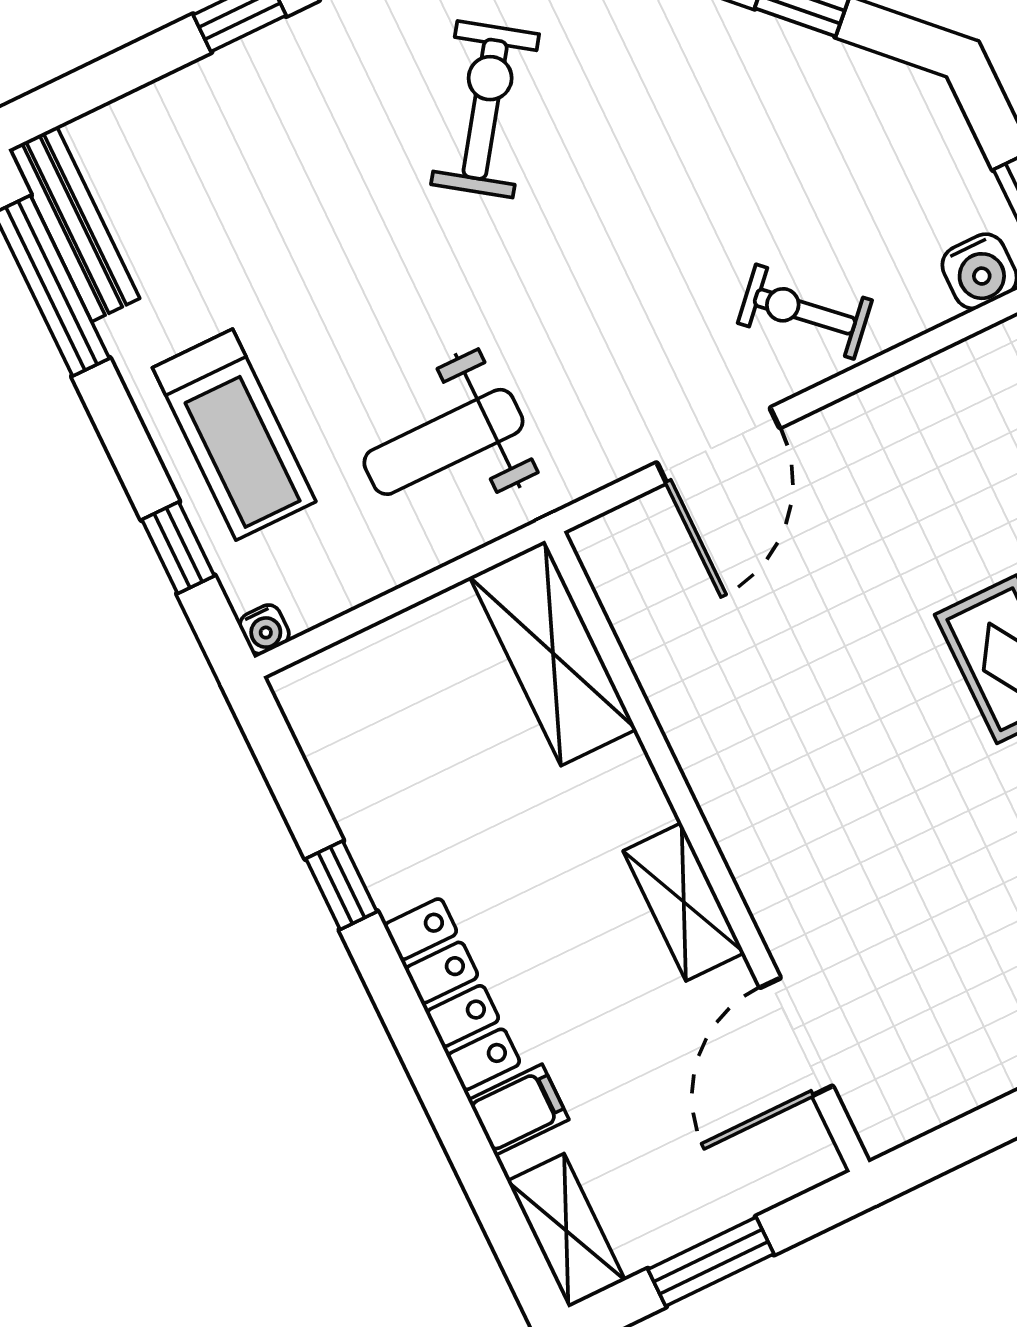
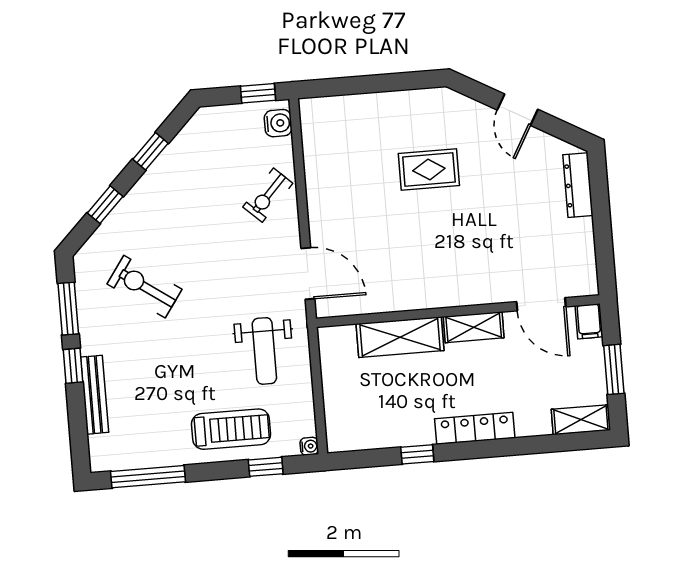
bench: (74, 224) -> (95, 395), moved, turned 90
door: (718, 445) -> (308, 274), moved
shelving: (553, 653) -> (400, 337), moved
filing cabinet: (518, 1110) -> (589, 321), moved, turned 180

